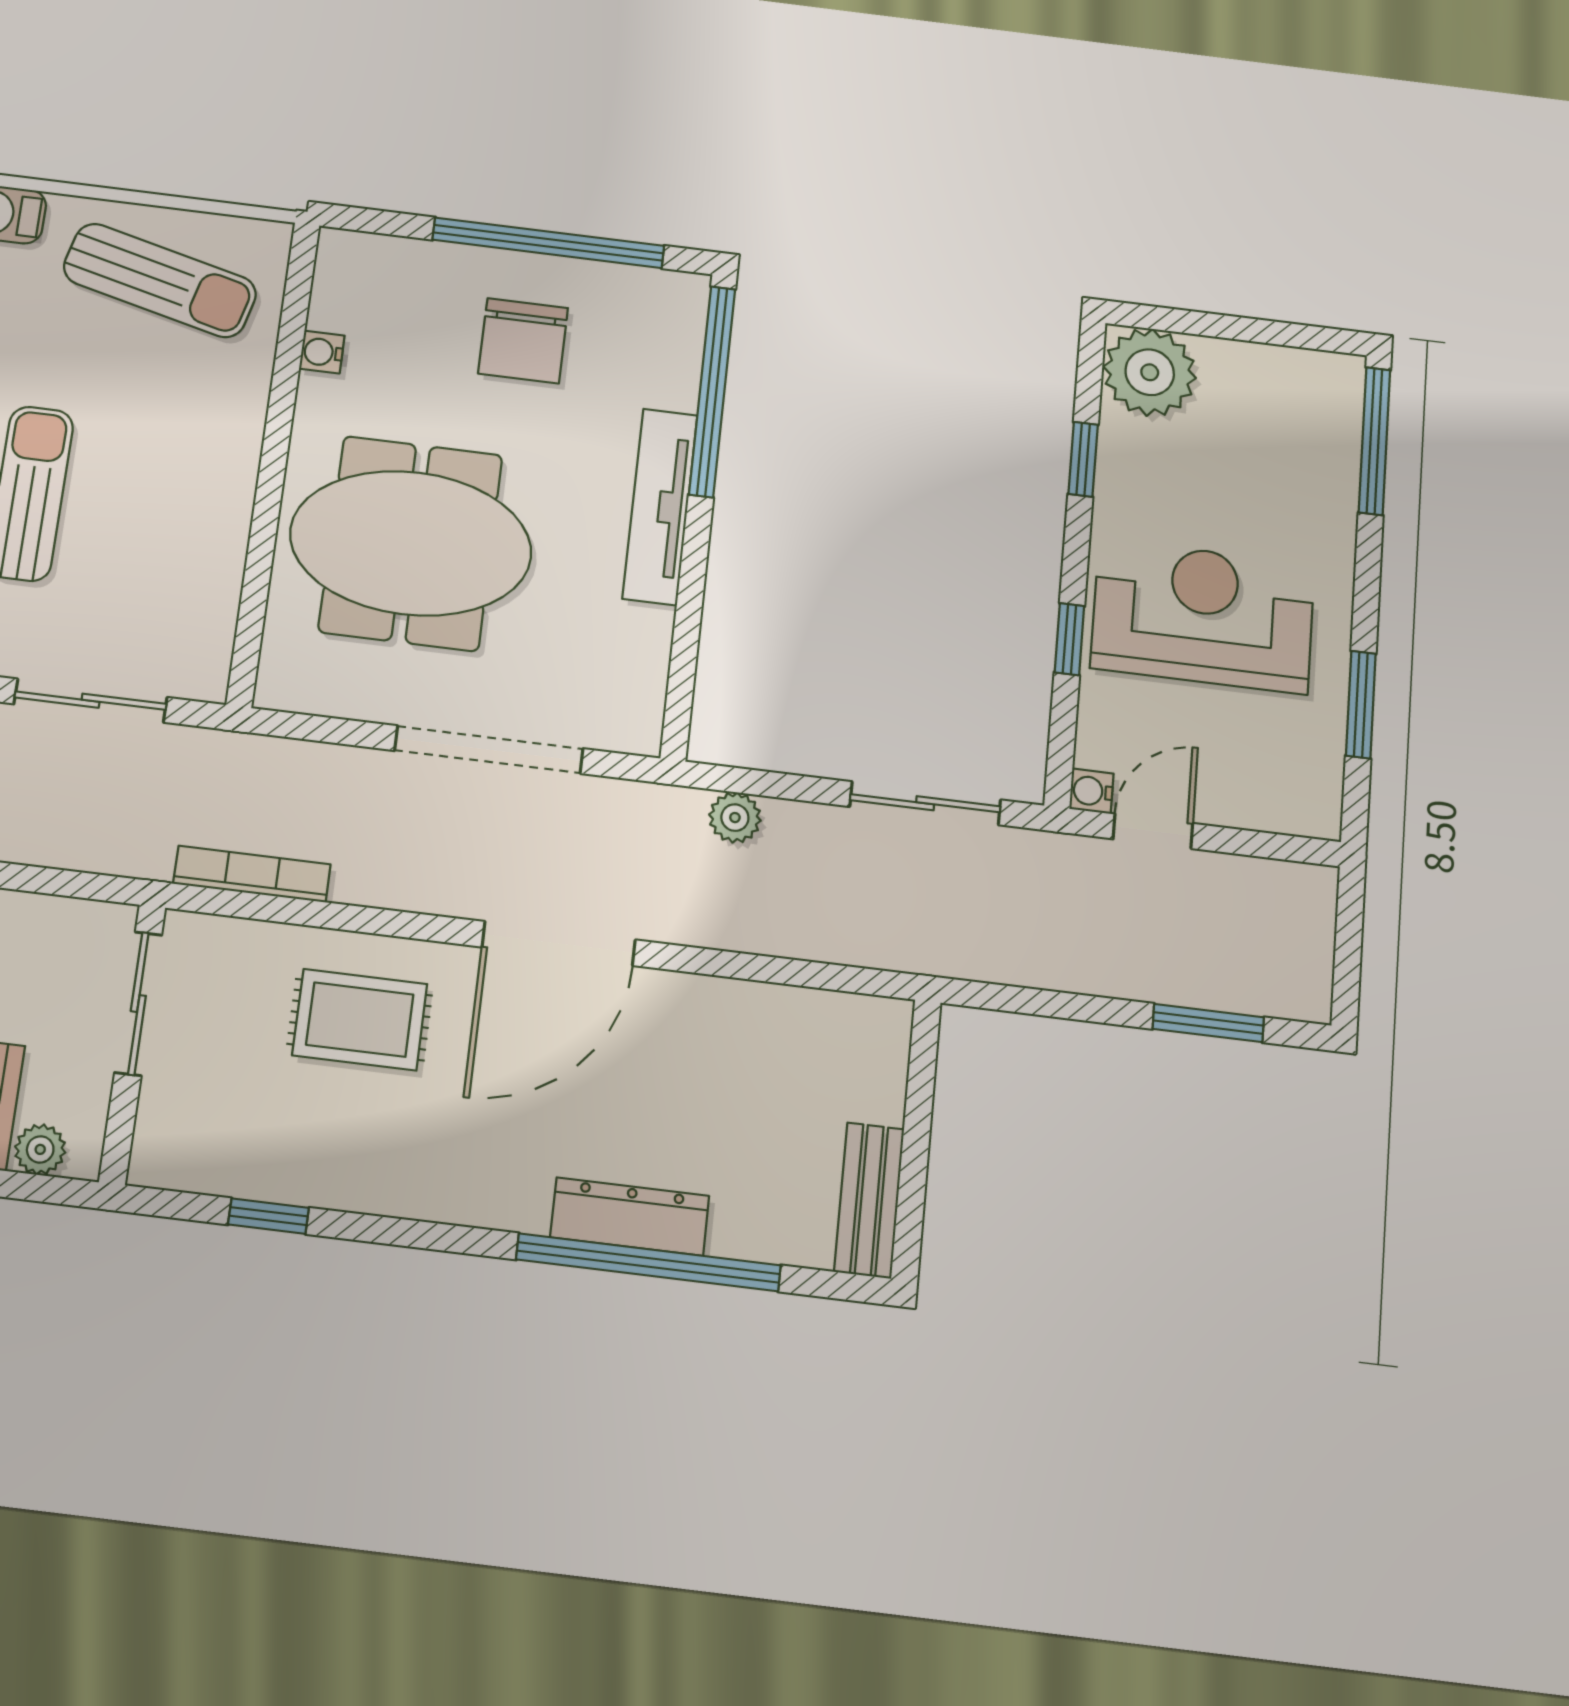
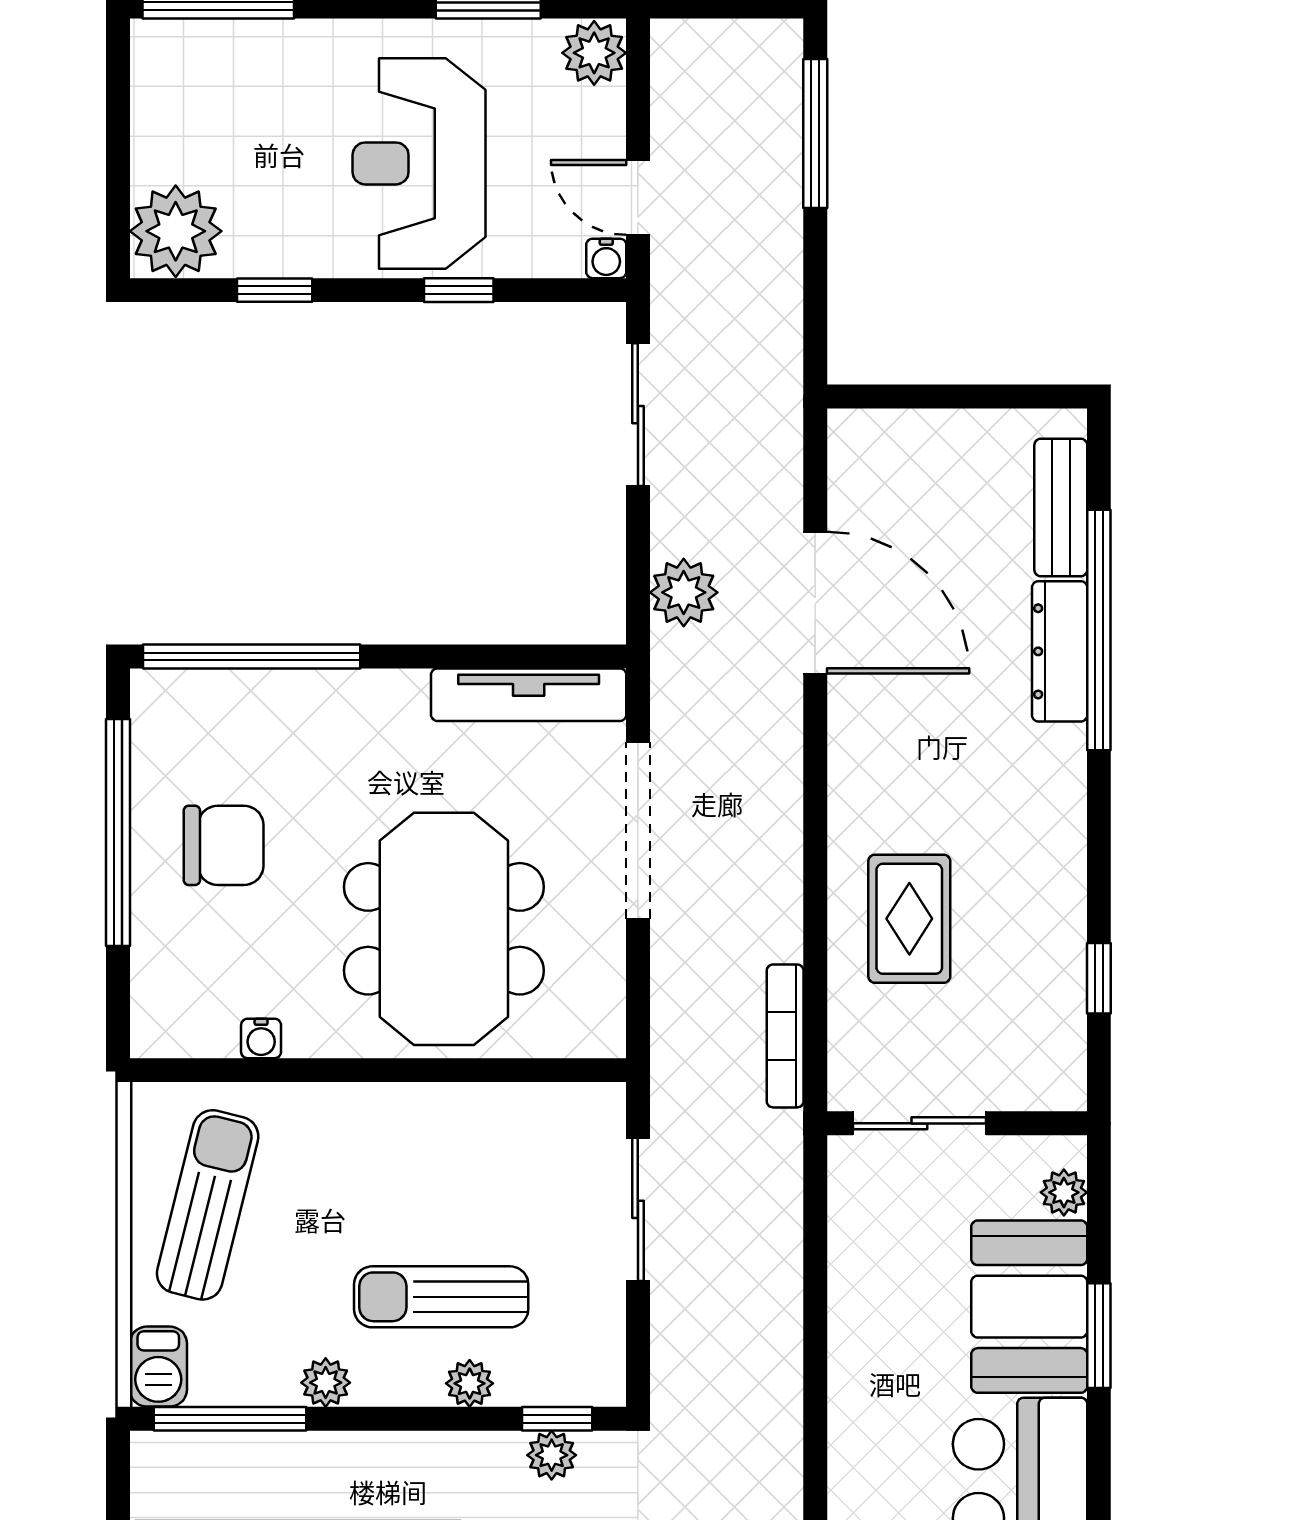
tv unit: (660, 506) -> (529, 695), moved
plant: (1307, 805) -> (594, 53), added
plant: (735, 818) -> (684, 592), width x1.38, depth x1.38
door: (559, 943) -> (815, 603), moved
window: (1208, 1023) -> (815, 134), width x1.44
bench: (869, 1200) -> (1061, 507), moved, turned 90

